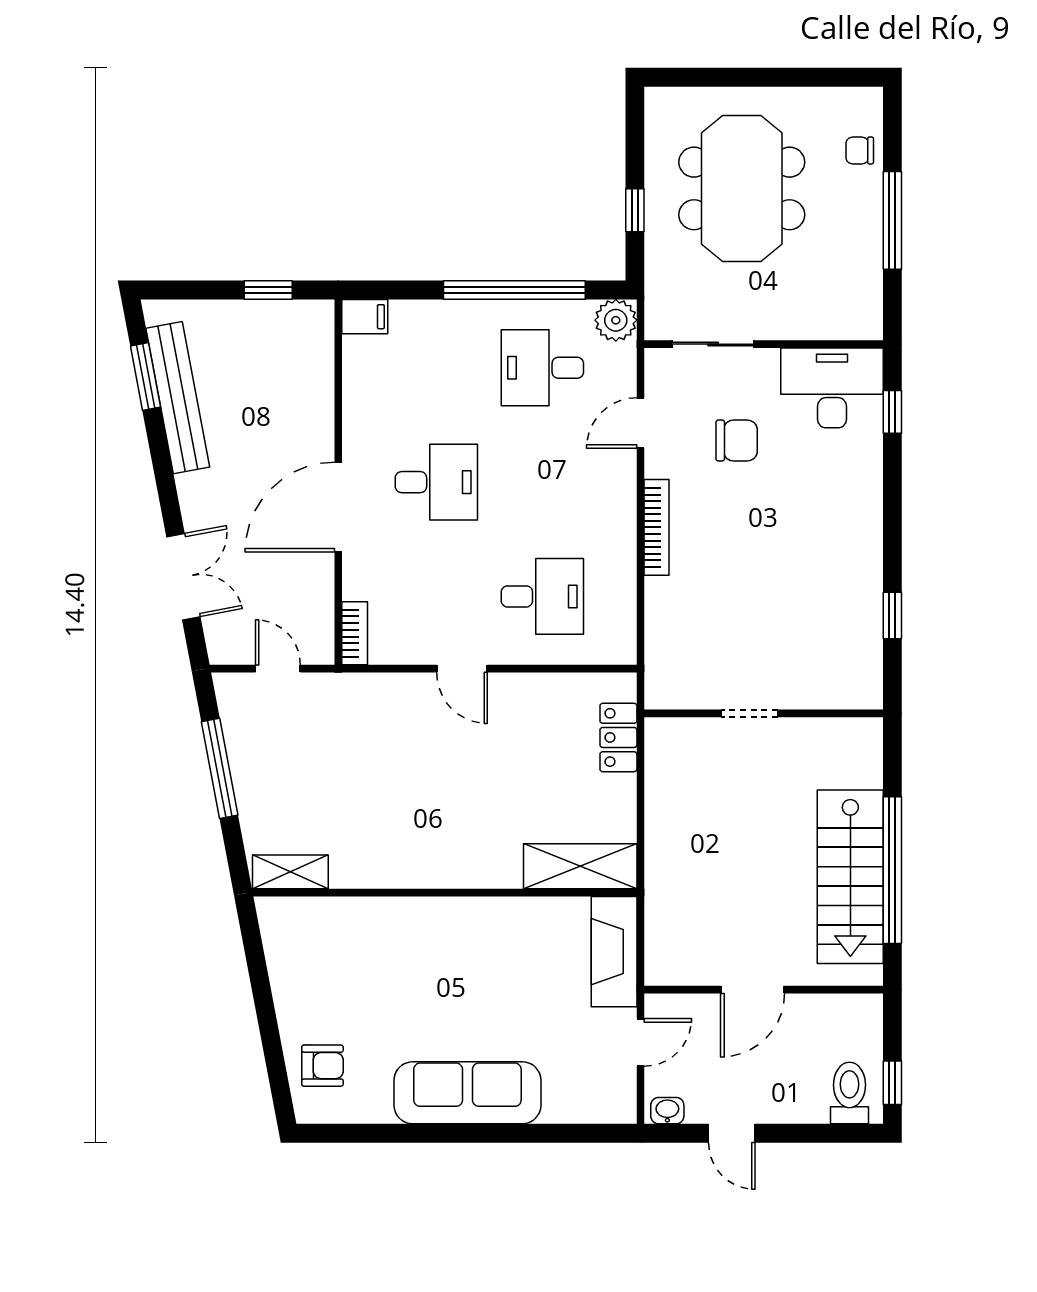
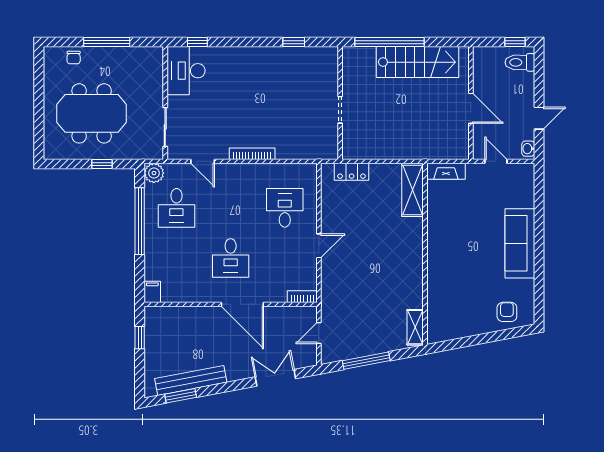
chair: (737, 441) -> (211, 116), removed
desk: (436, 482) -> (231, 258), turned 180
window: (892, 870) -> (389, 42), moved
fireplace: (614, 952) -> (446, 171), width x0.73, depth x0.76

